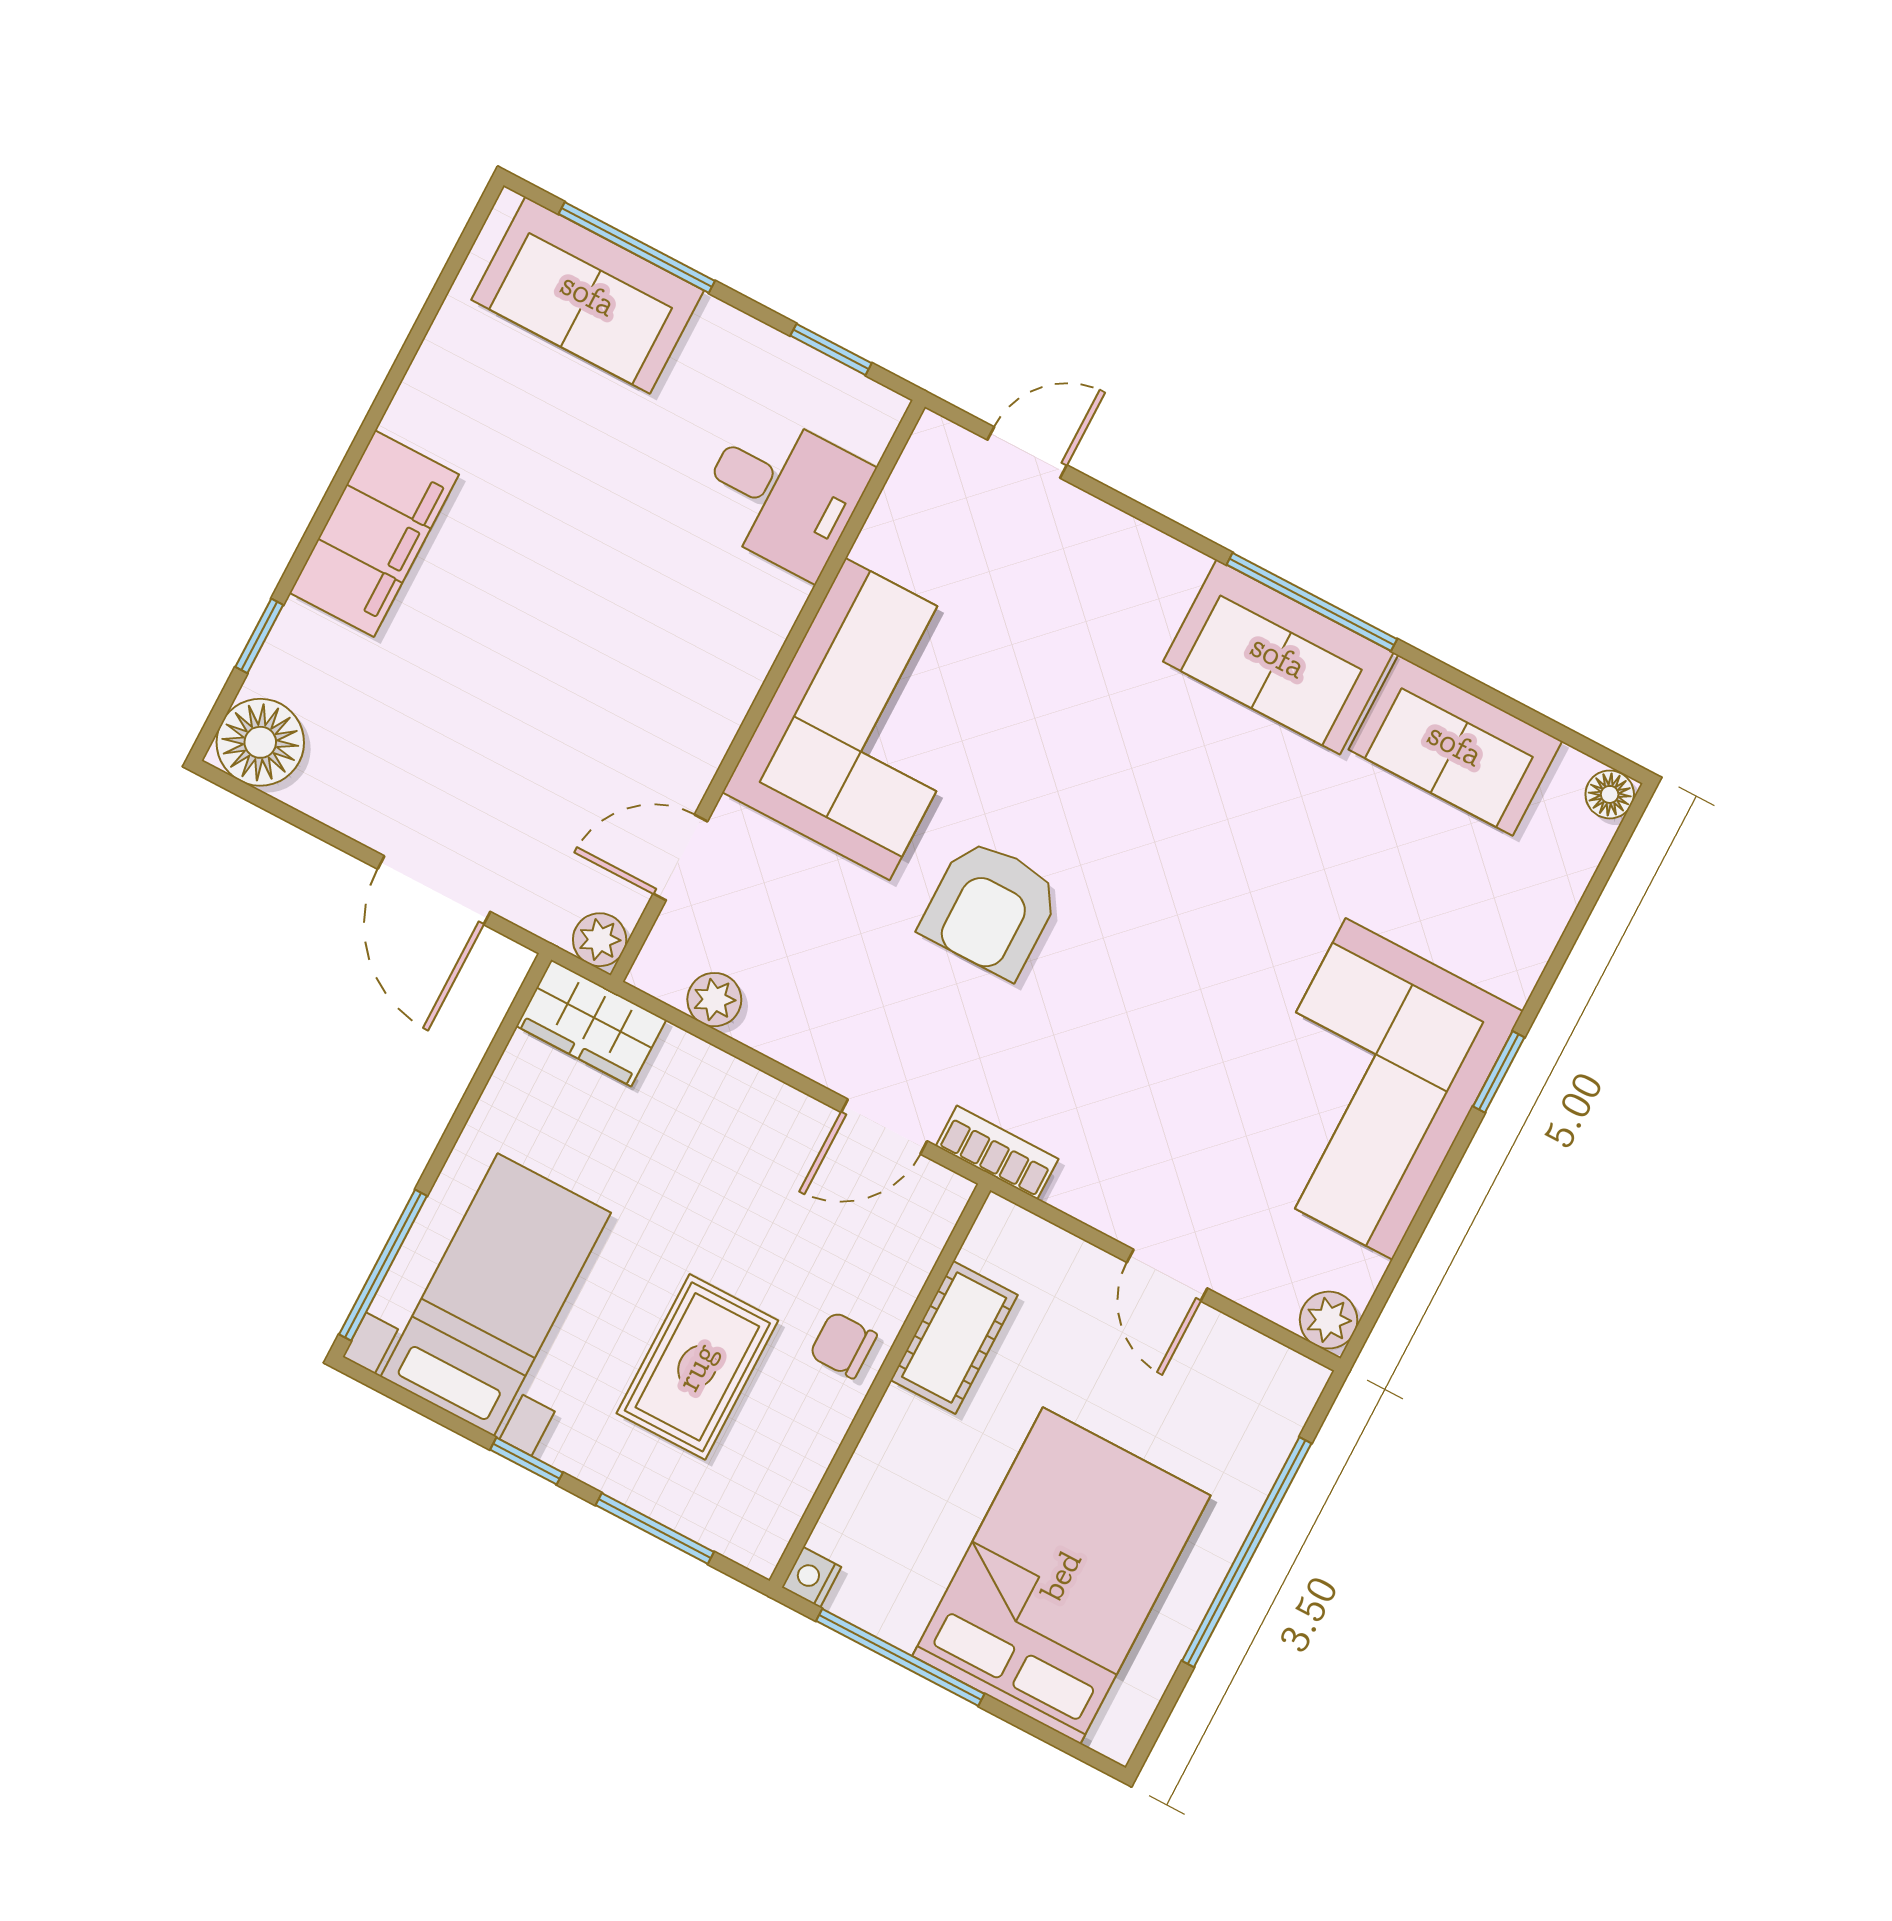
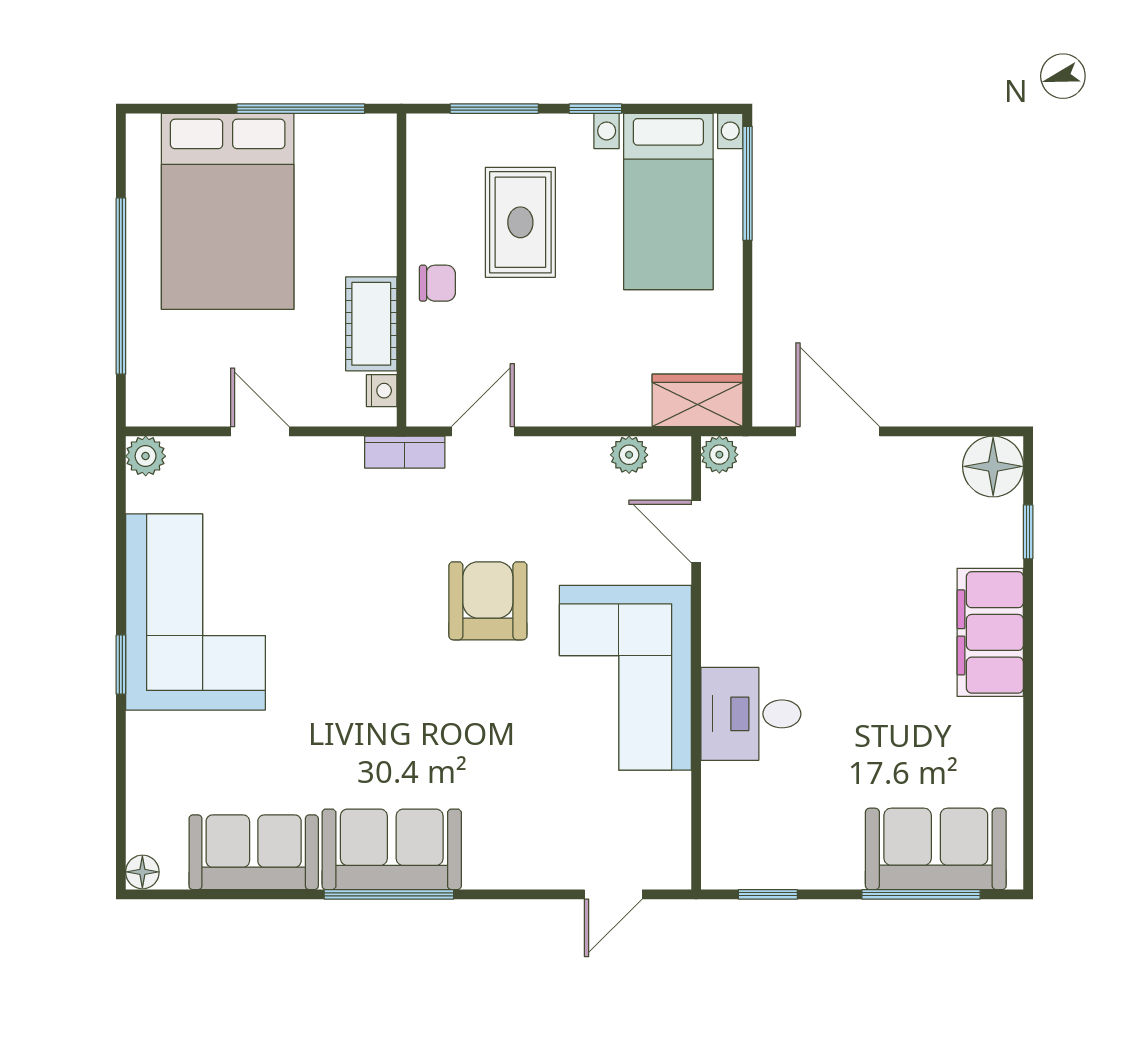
desk: (783, 493) -> (751, 714), moved
door: (680, 858) -> (696, 532), swing flipped
nightstand: (812, 1577) -> (382, 391), moved

